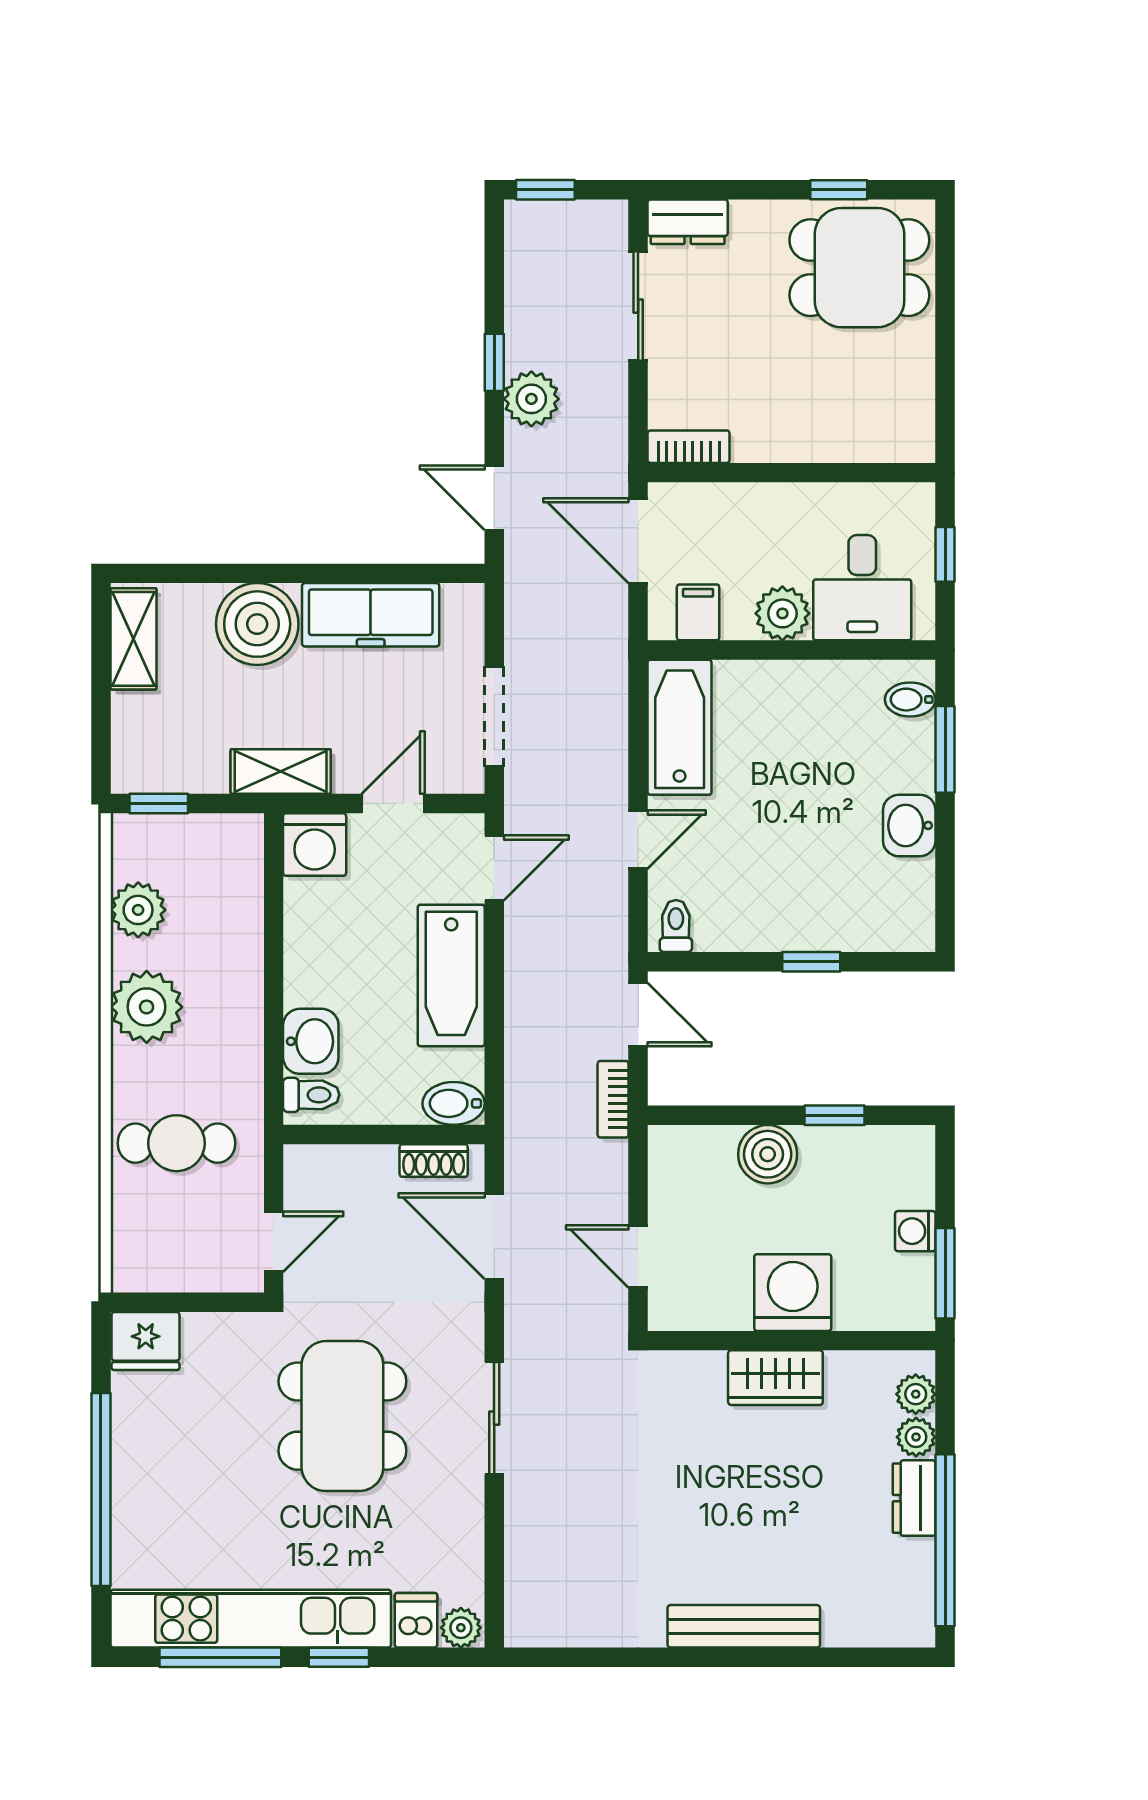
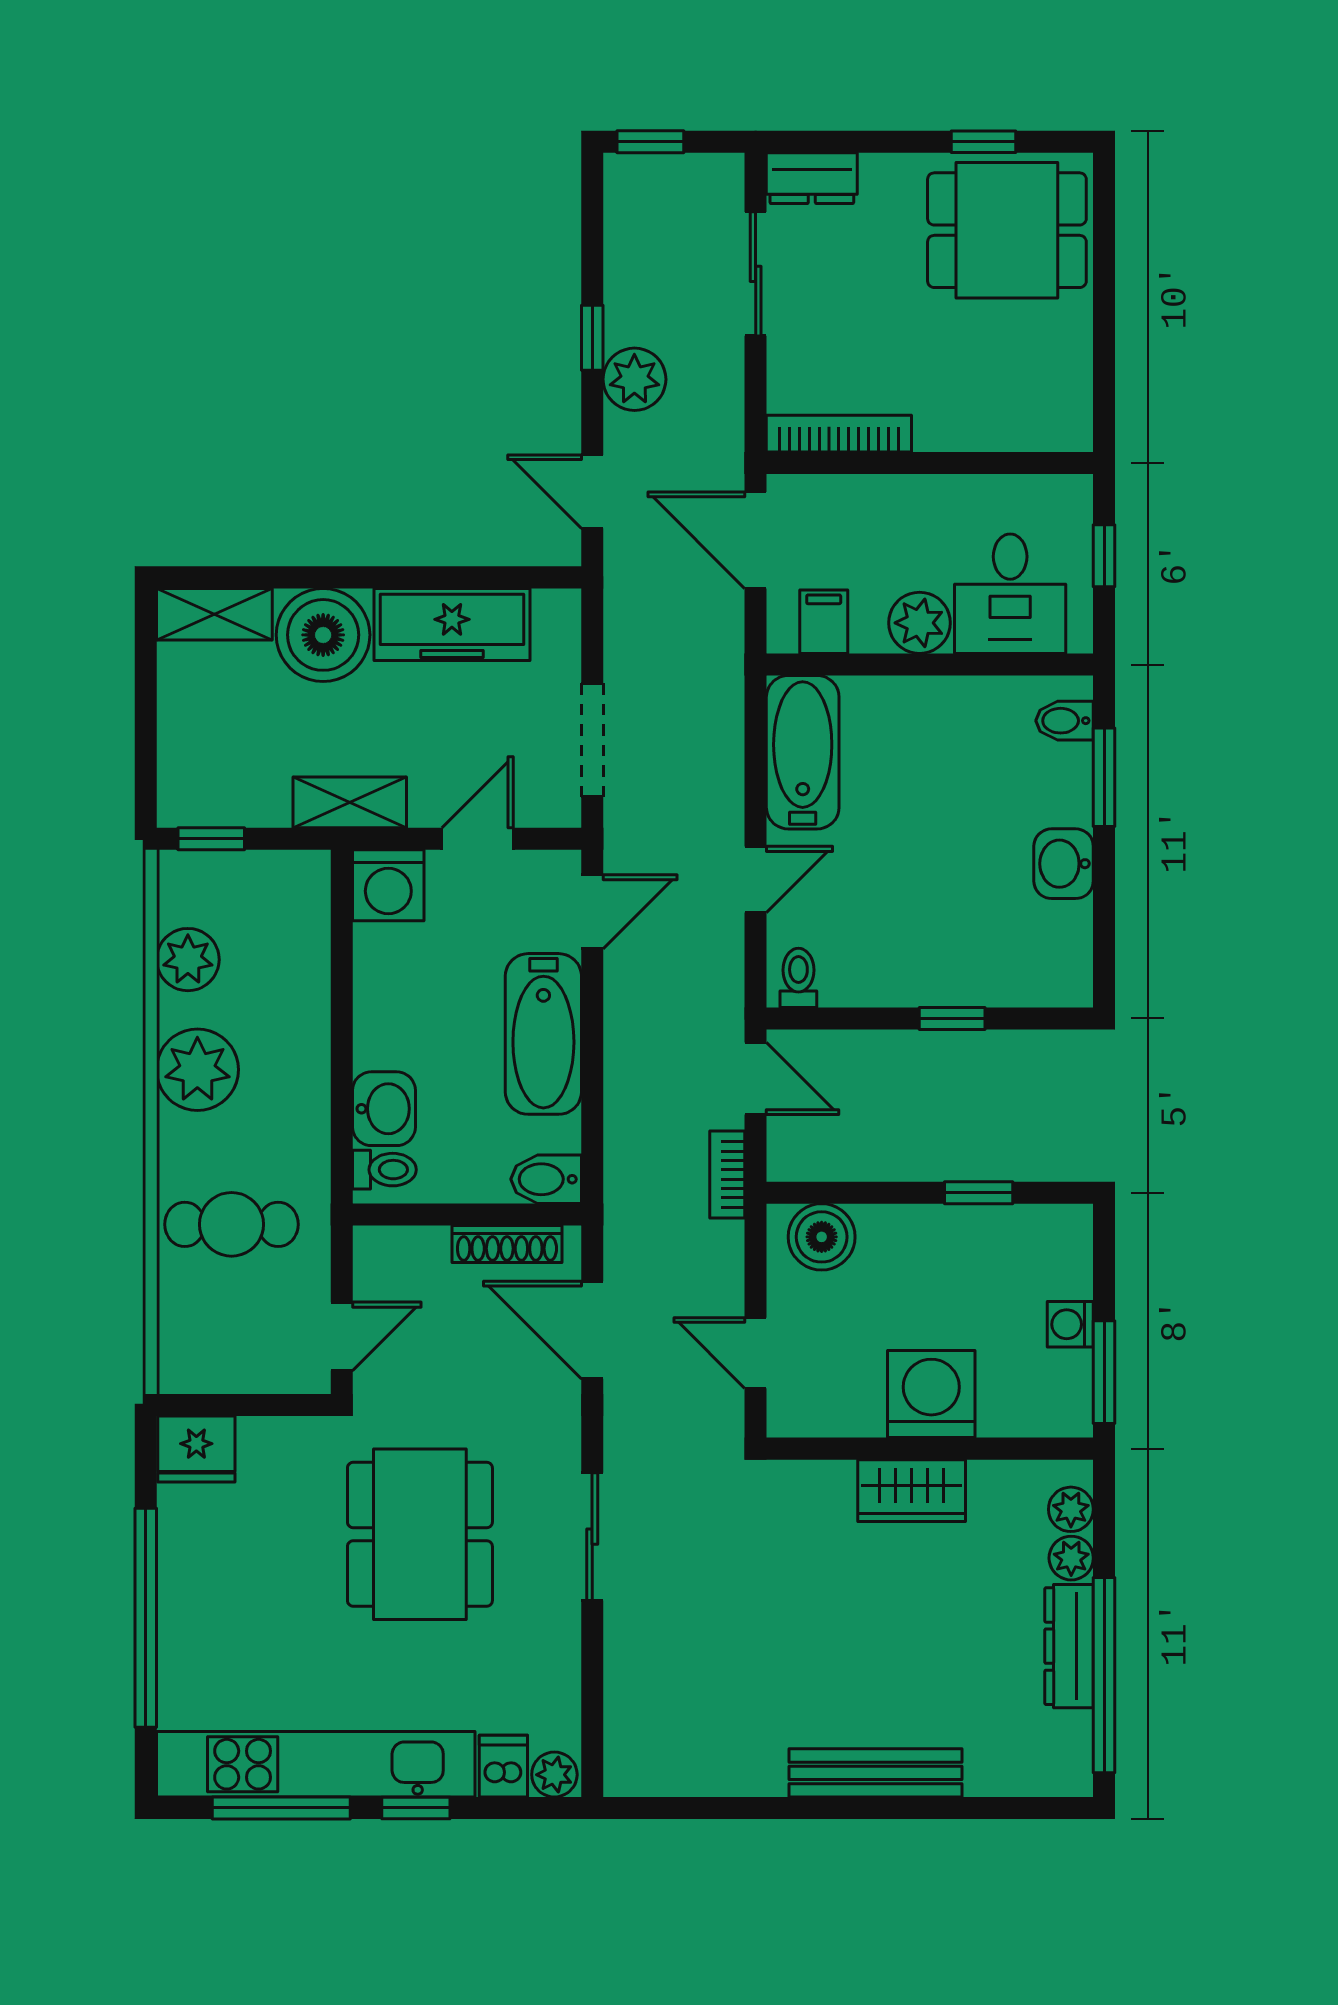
bookcase: (689, 447) -> (839, 434), width x1.56
shelving: (133, 639) -> (214, 614), moved, turned 90
boiler: (768, 1154) -> (822, 1237), moved
shoe rack: (434, 1160) -> (507, 1244), width x1.43
dresser: (914, 1498) -> (1069, 1646), width x1.44

